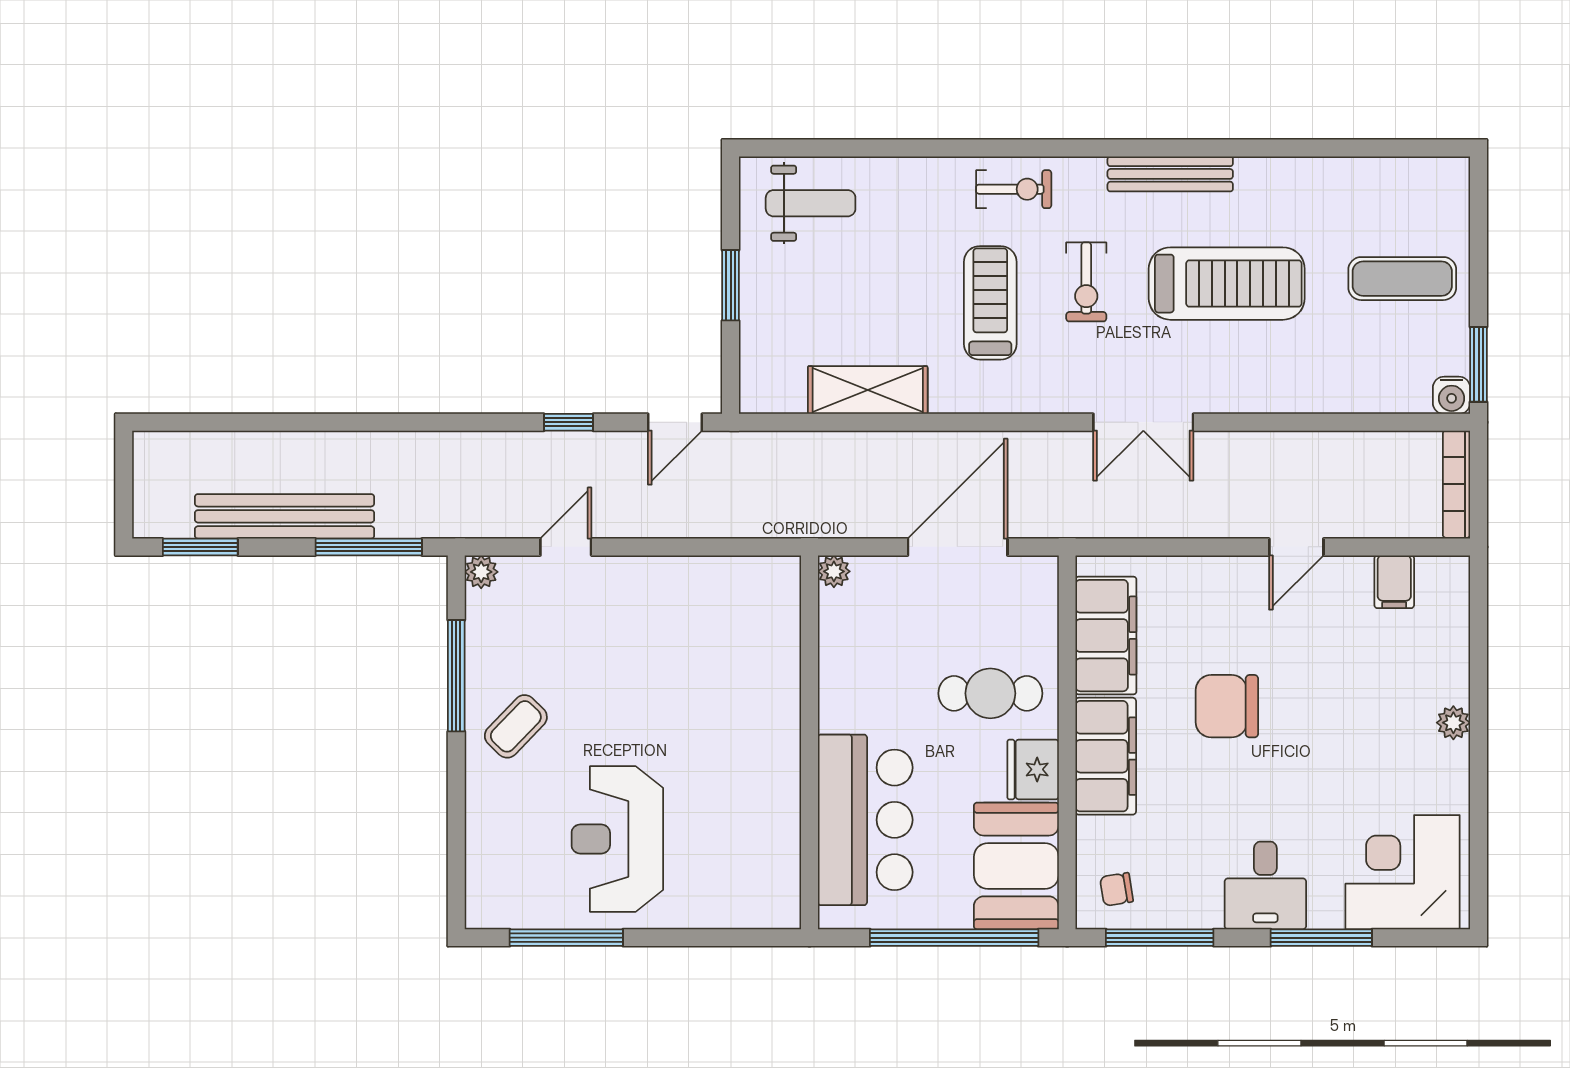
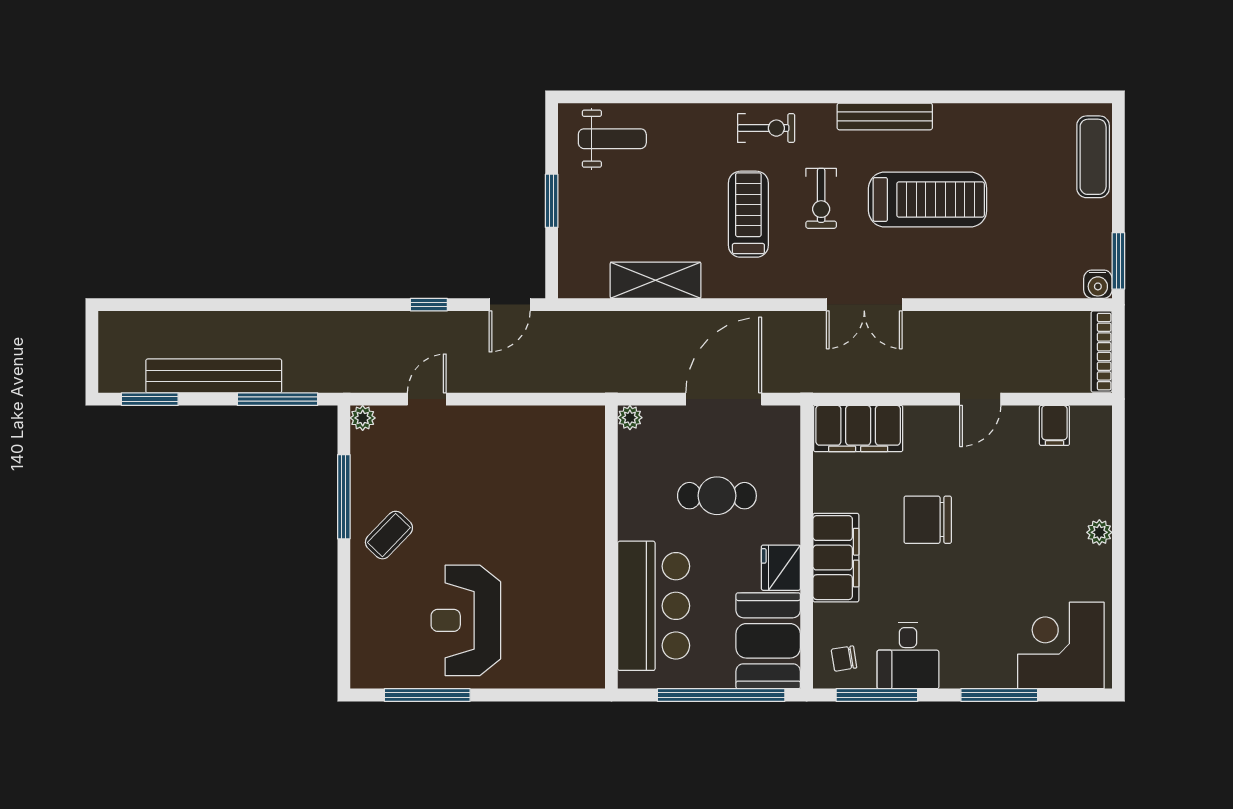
exercise mat: (1402, 279) -> (1093, 157), moved, turned 90
filing cabinet: (1106, 636) -> (858, 429), moved, turned 90
cafe table: (990, 693) -> (717, 496), moved
desk: (1265, 885) -> (908, 655), moved

